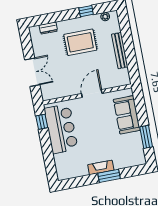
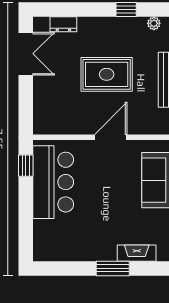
rug: (80, 42) -> (107, 74), moved
double door: (32, 72) -> (26, 54), moved
fireplace: (101, 167) -> (137, 253), moved

